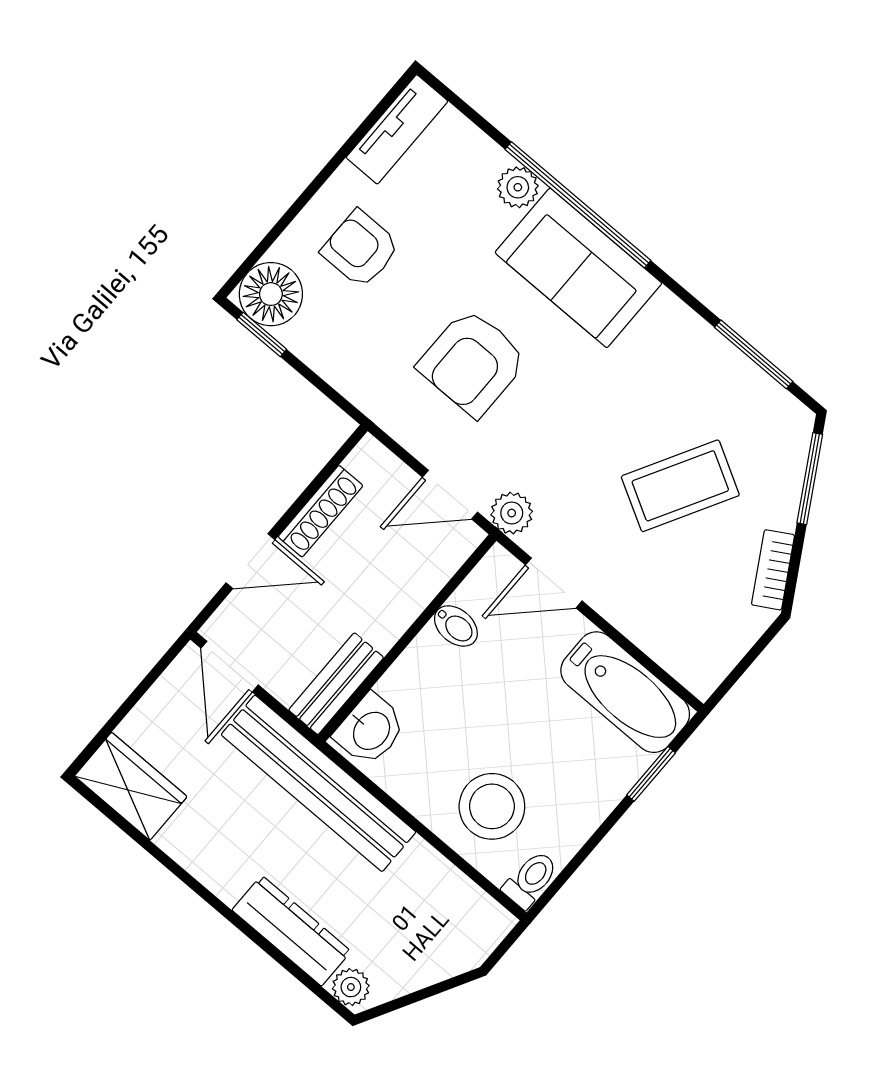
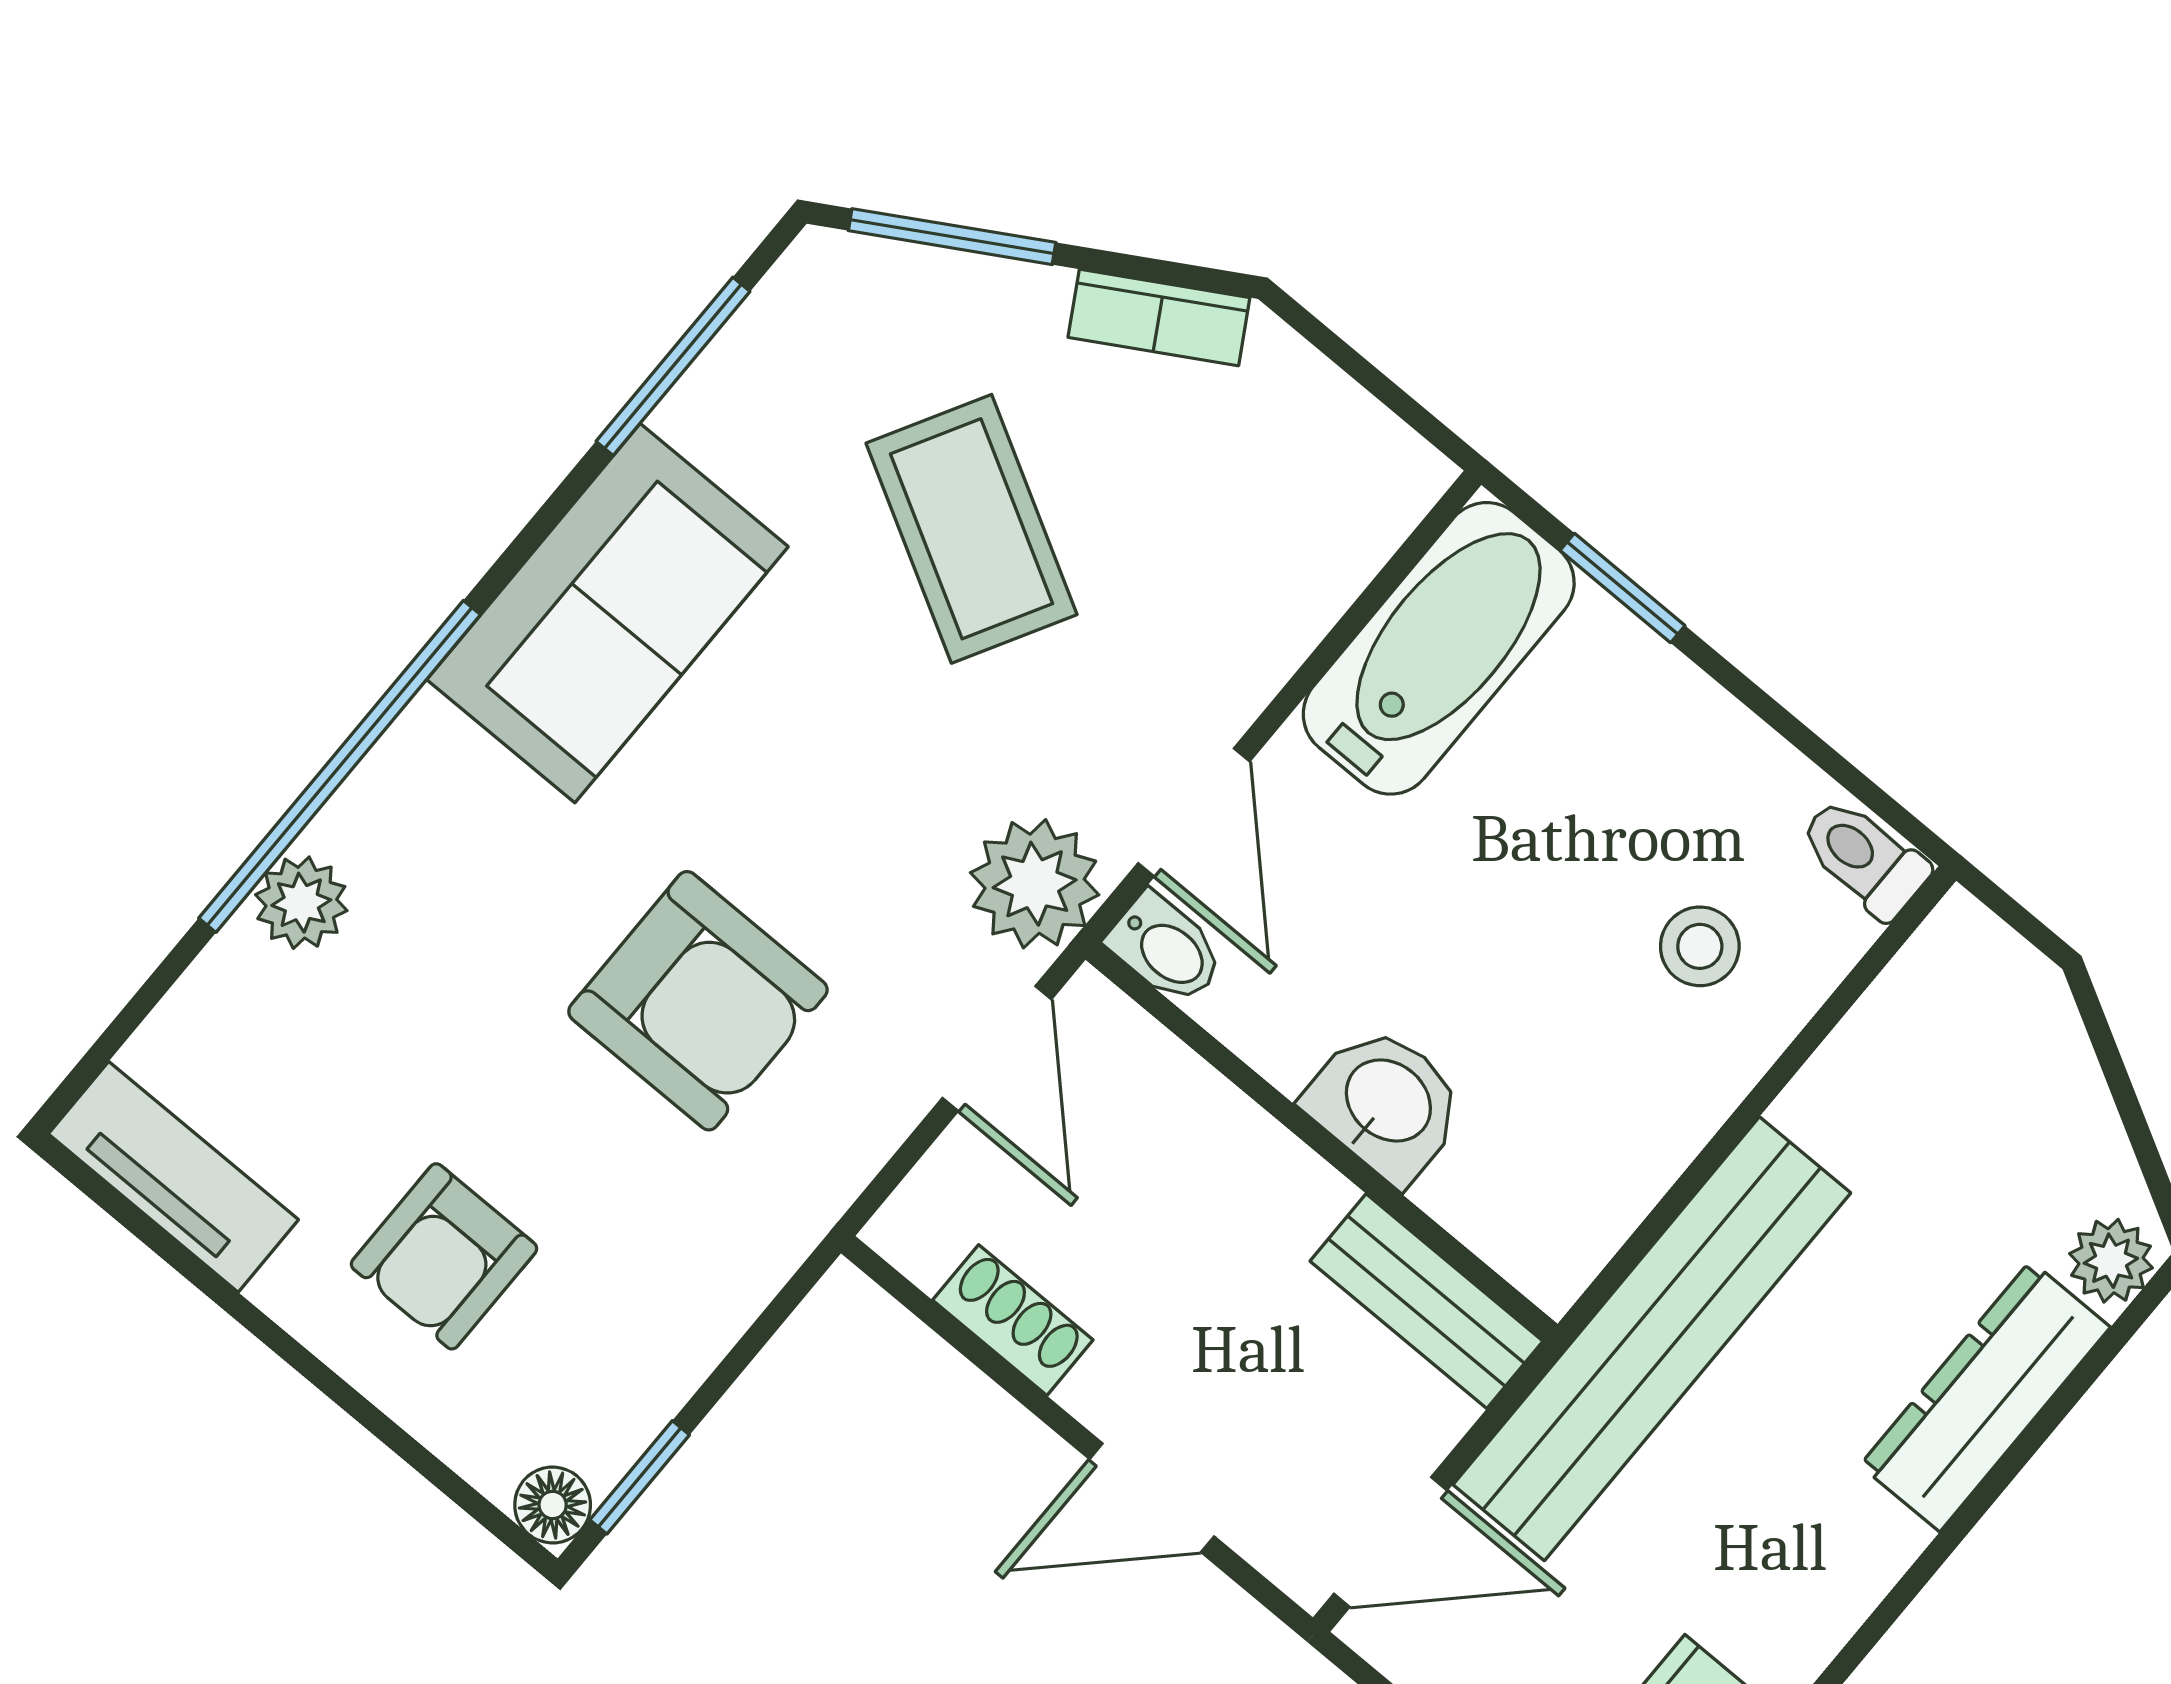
sofa: (578, 268) -> (607, 613), moved
floor lamp: (271, 294) -> (553, 1505), width x0.53, depth x0.53
shoe rack: (320, 511) -> (1013, 1320), width x0.70
plant: (512, 513) -> (1035, 884), width x1.38, depth x1.38
door: (250, 561) -> (1152, 1498), swing flipped
bidet: (456, 626) -> (1166, 949), moved, turned 90
washbasin: (370, 730) -> (1386, 1103), moved
stool: (492, 806) -> (1700, 946), width x0.53, depth x0.53

